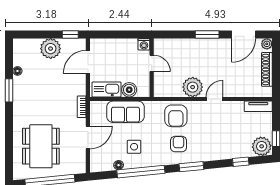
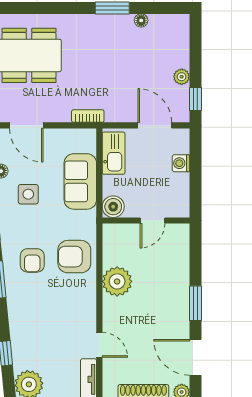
washing machine: (144, 44) -> (181, 163), moved
plant: (51, 49) -> (182, 77), width x0.53, depth x0.53
boiler: (129, 90) -> (113, 207), moved
door: (214, 99) -> (99, 345), moved
door: (88, 137) -> (26, 125), moved
armchair: (179, 144) -> (32, 260), turned 90

